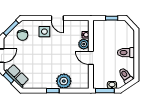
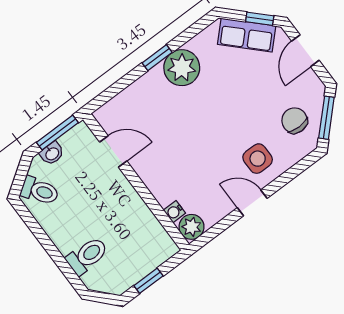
plant: (84, 44) -> (191, 227), moved
toilet: (126, 53) -> (87, 256), moved
door: (91, 58) -> (113, 151), moved
plant: (64, 81) -> (182, 68), moved

